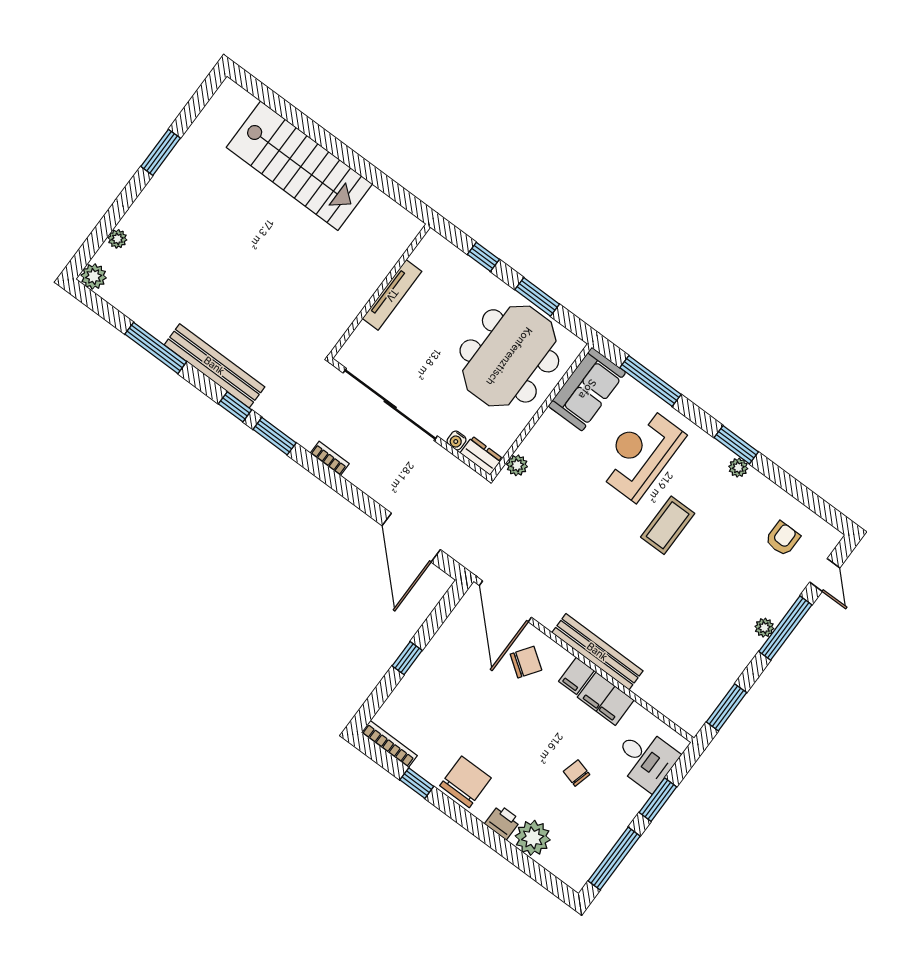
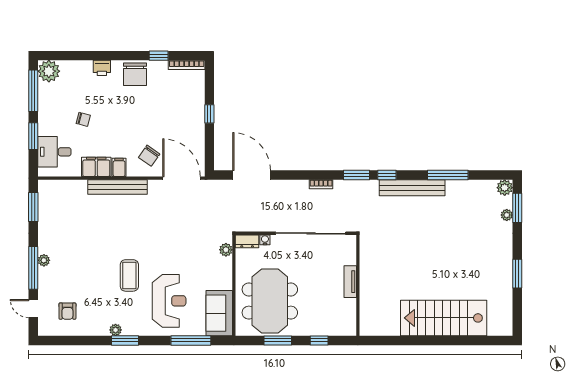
window: (97, 238) -> (517, 208), added
tv unit: (392, 295) -> (350, 282), width x0.71
plant: (533, 838) -> (49, 71), moved

